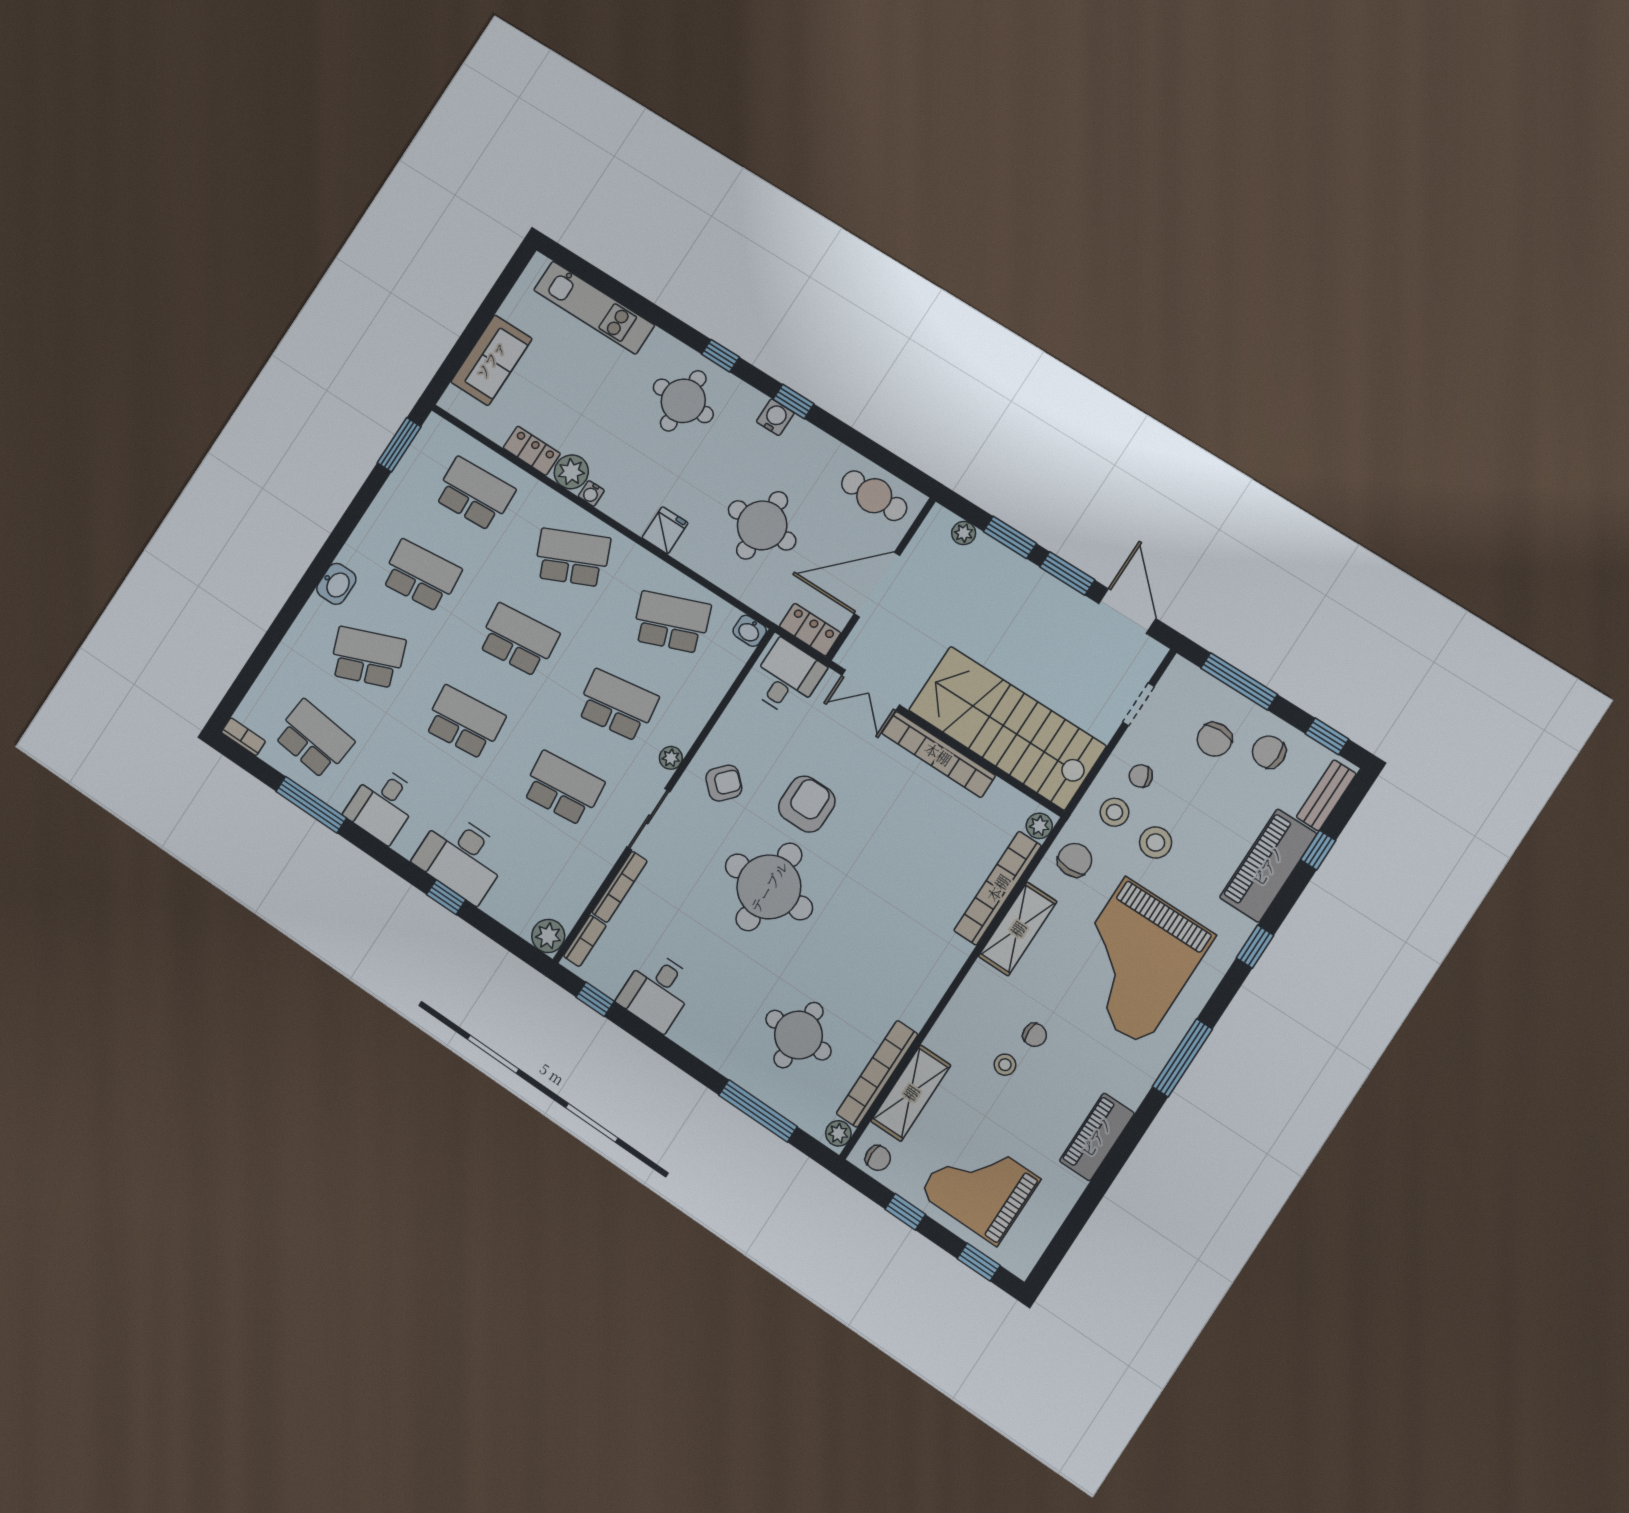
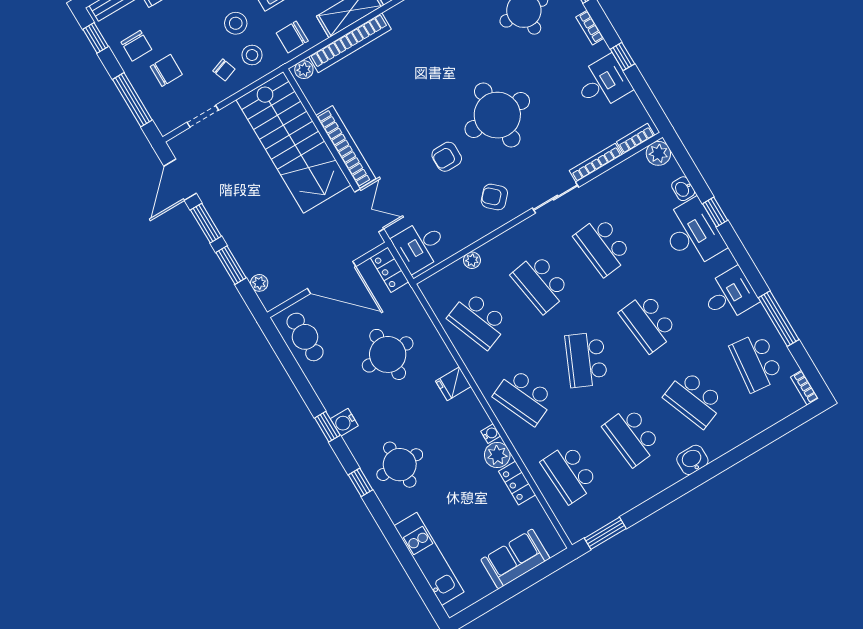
washbasin: (750, 631) -> (683, 189), moved, turned 180
school desk: (518, 640) -> (586, 360), turned 30
plant: (671, 758) -> (472, 260), moved
armchair: (807, 804) -> (447, 157), width x0.72, depth x0.72
window: (595, 999) -> (622, 57), moved
bookcase: (706, 1053) -> (590, 28), added

